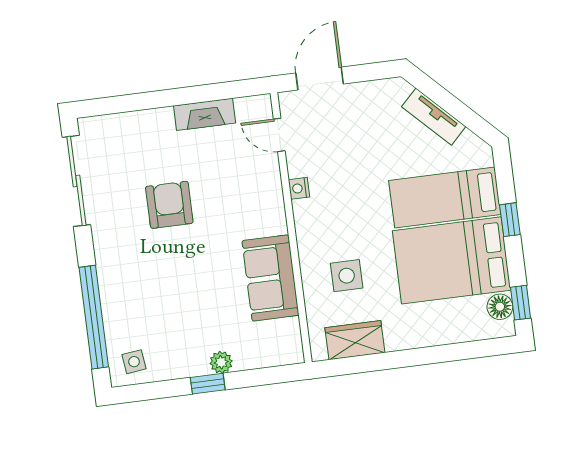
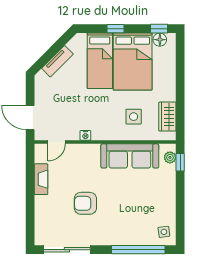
sofa: (270, 278) -> (130, 156), width x1.36
plant: (221, 362) -> (170, 157), moved
window: (208, 384) -> (180, 162), moved

